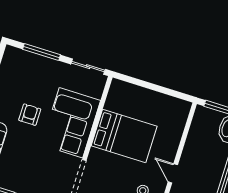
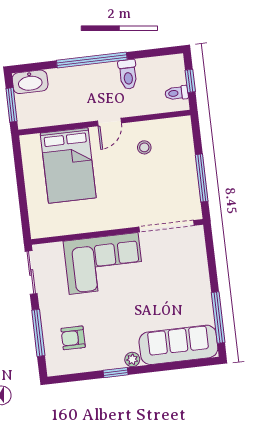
armchair: (30, 115) -> (73, 338), moved
bed: (124, 136) -> (68, 165), moved, turned 180

